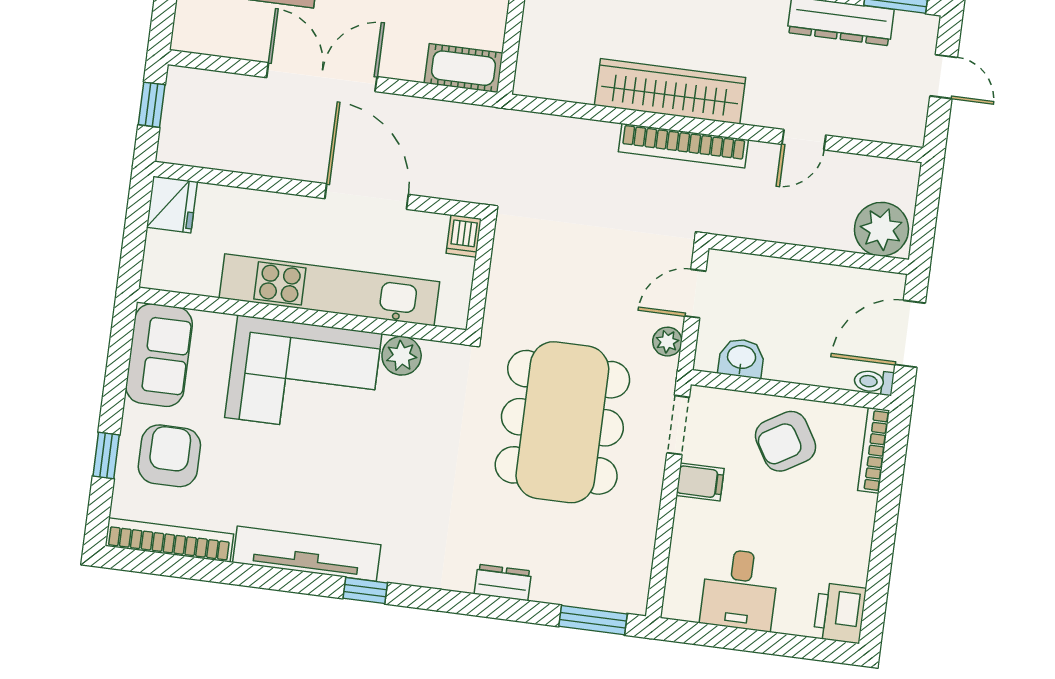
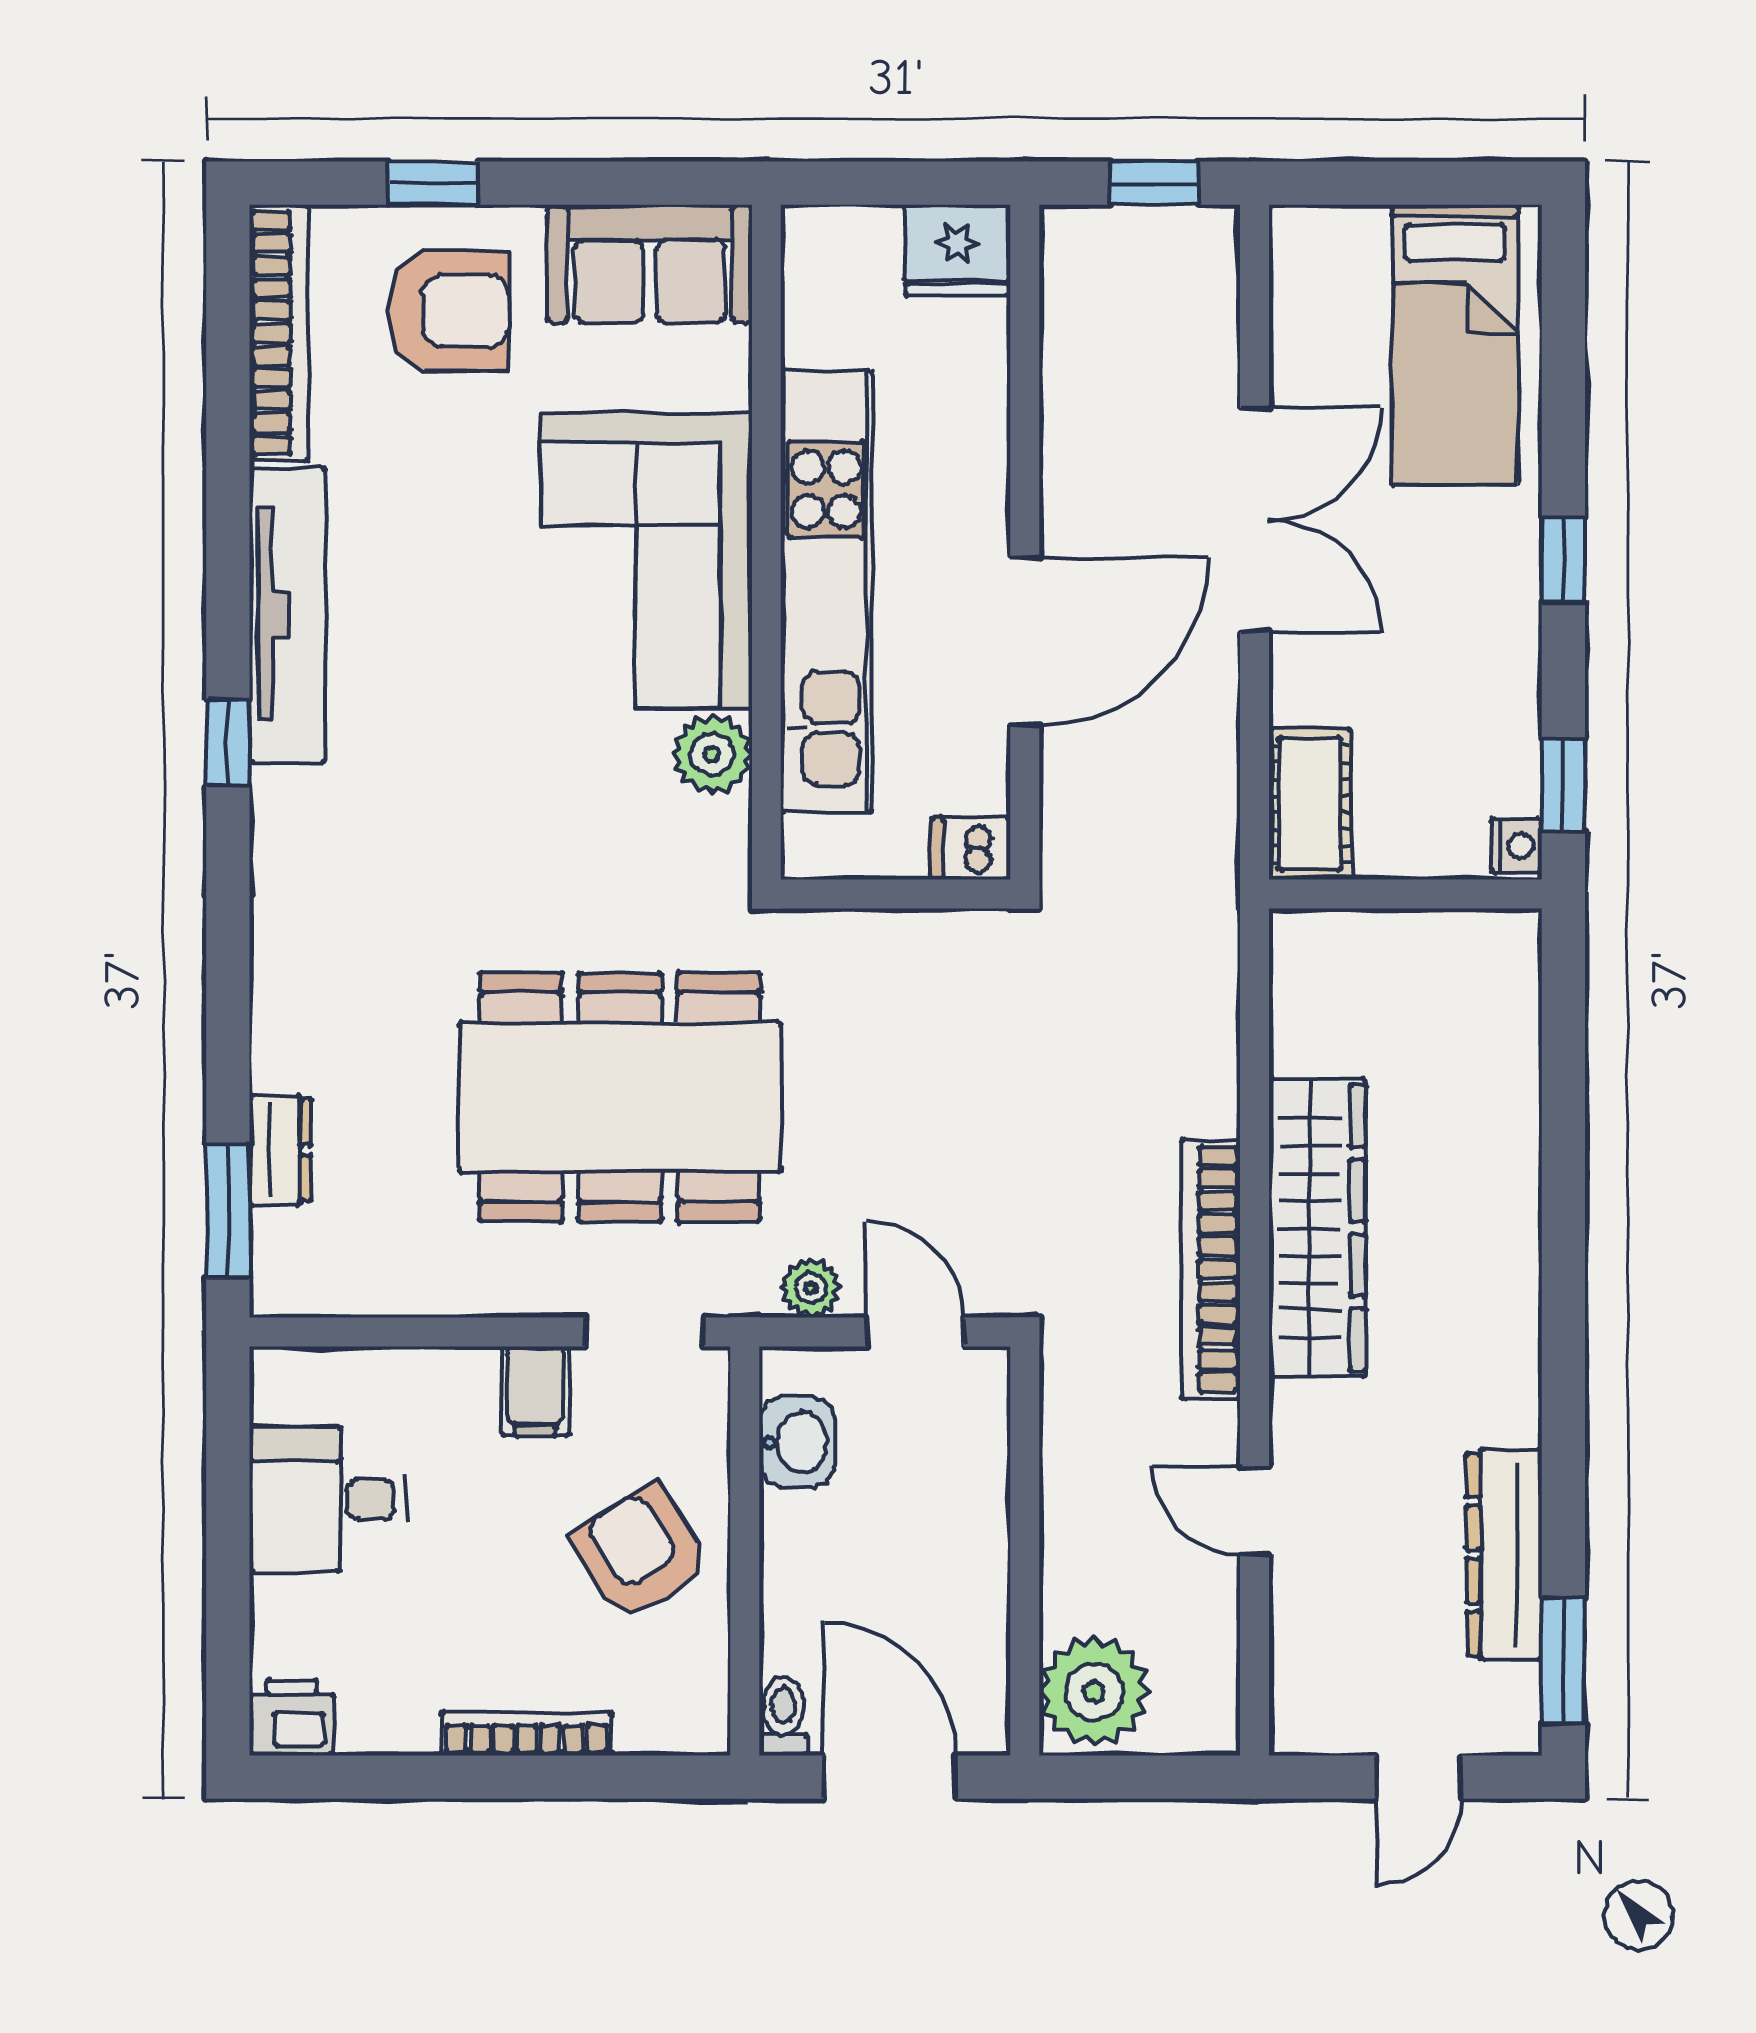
bookcase: (874, 450) -> (527, 1734), moved
dresser: (503, 582) -> (280, 1150), moved
printer: (840, 613) -> (292, 1717), width x0.73, depth x0.81

